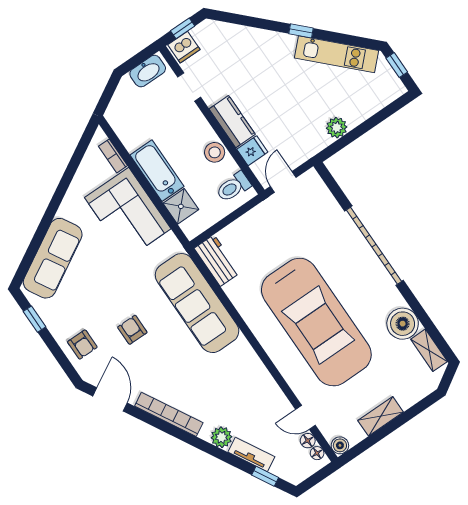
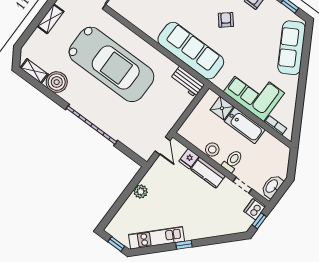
toilet: (233, 187) -> (232, 161), moved
car: (316, 322) -> (111, 64), turned 180
armchair: (132, 330) -> (226, 20), turned -130

